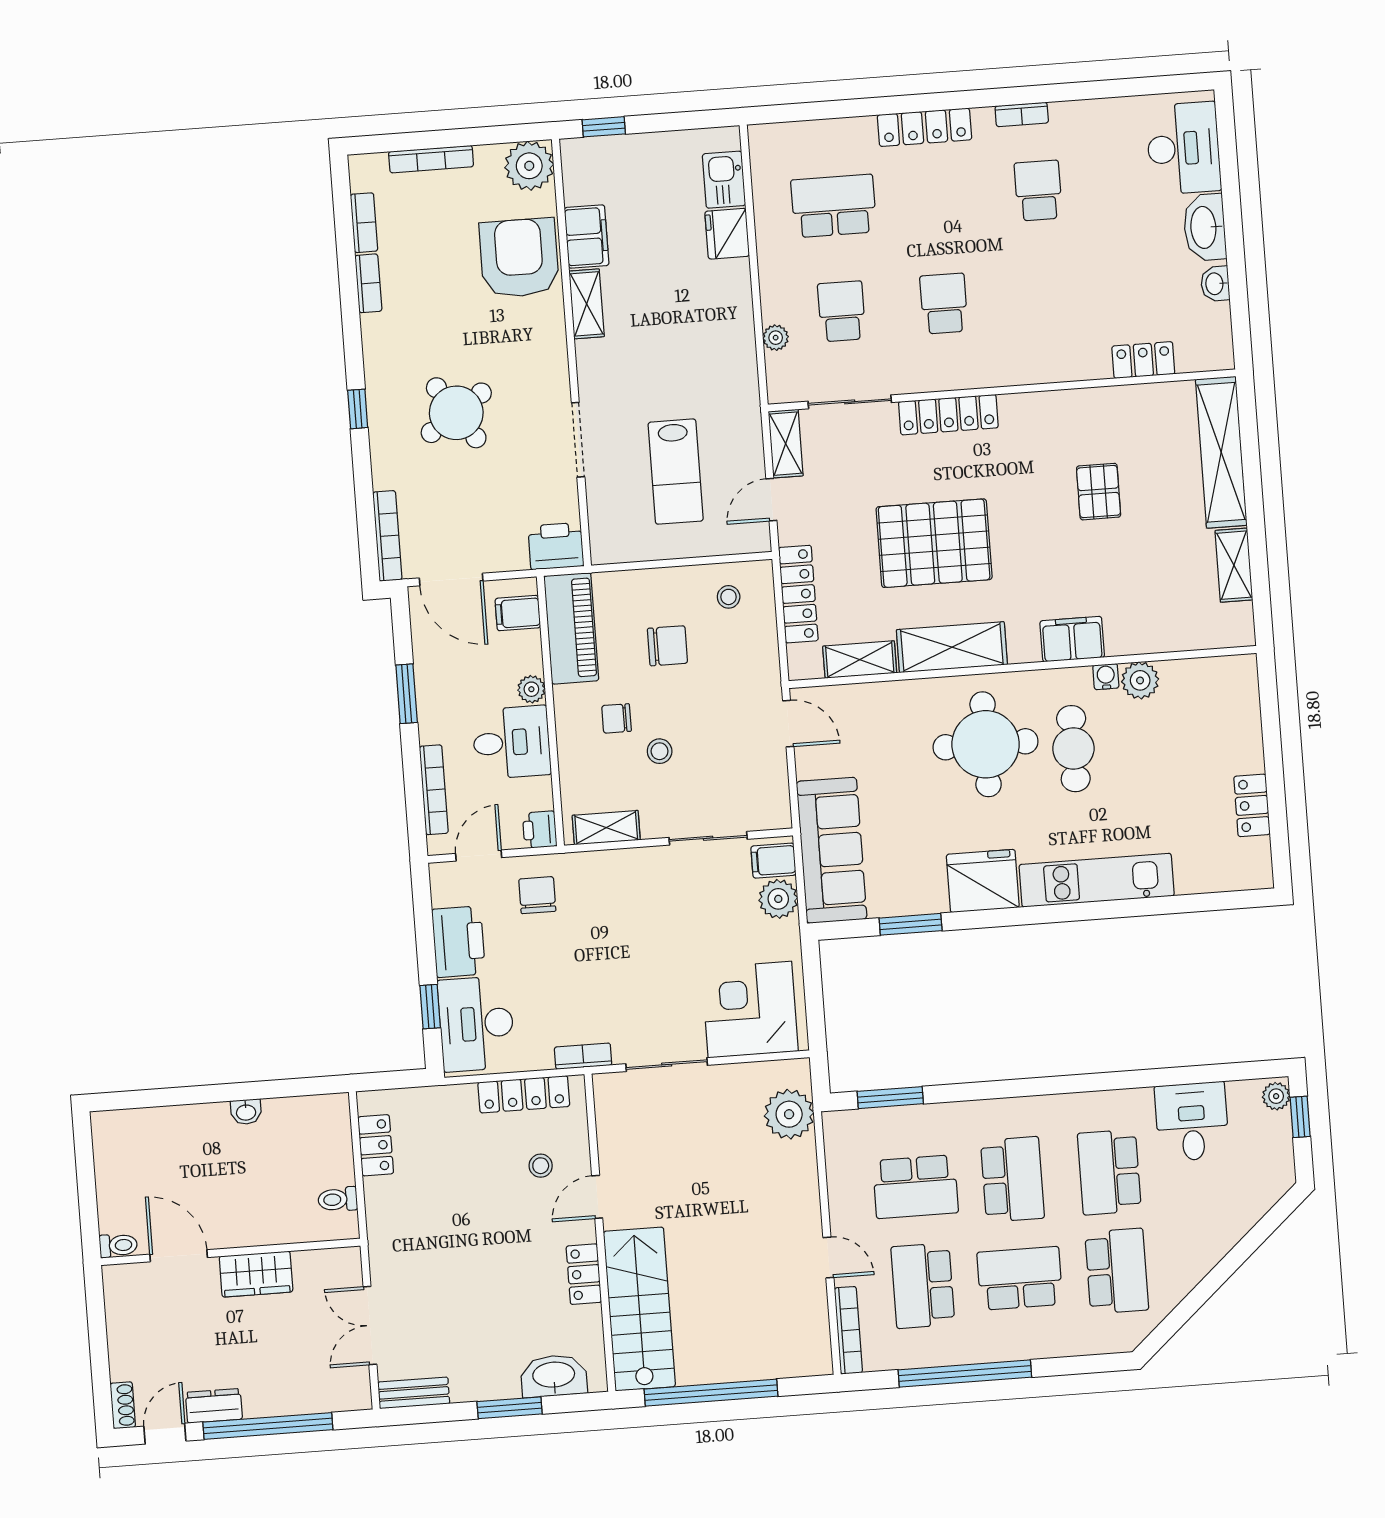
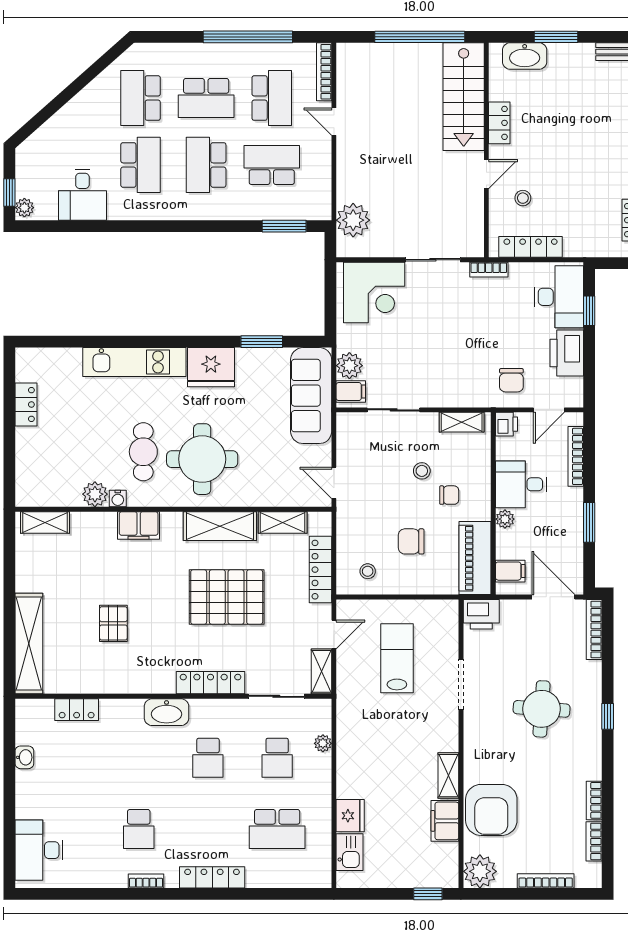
washbasin: (1205, 227) -> (167, 712), moved, turned 90
round table: (456, 413) -> (542, 709), turned 38
shelving: (1234, 565) -> (45, 522), moved, turned 90

